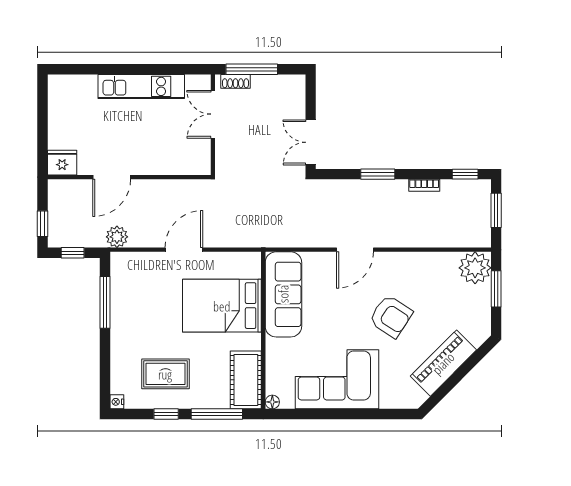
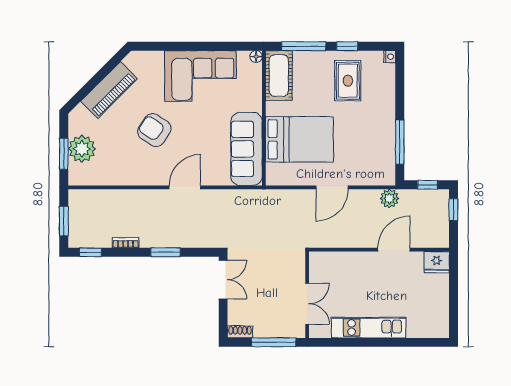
shoe rack: (235, 81) -> (240, 332), moved
plant: (475, 268) -> (82, 149), moved
rug: (165, 374) -> (348, 81), turned 90

